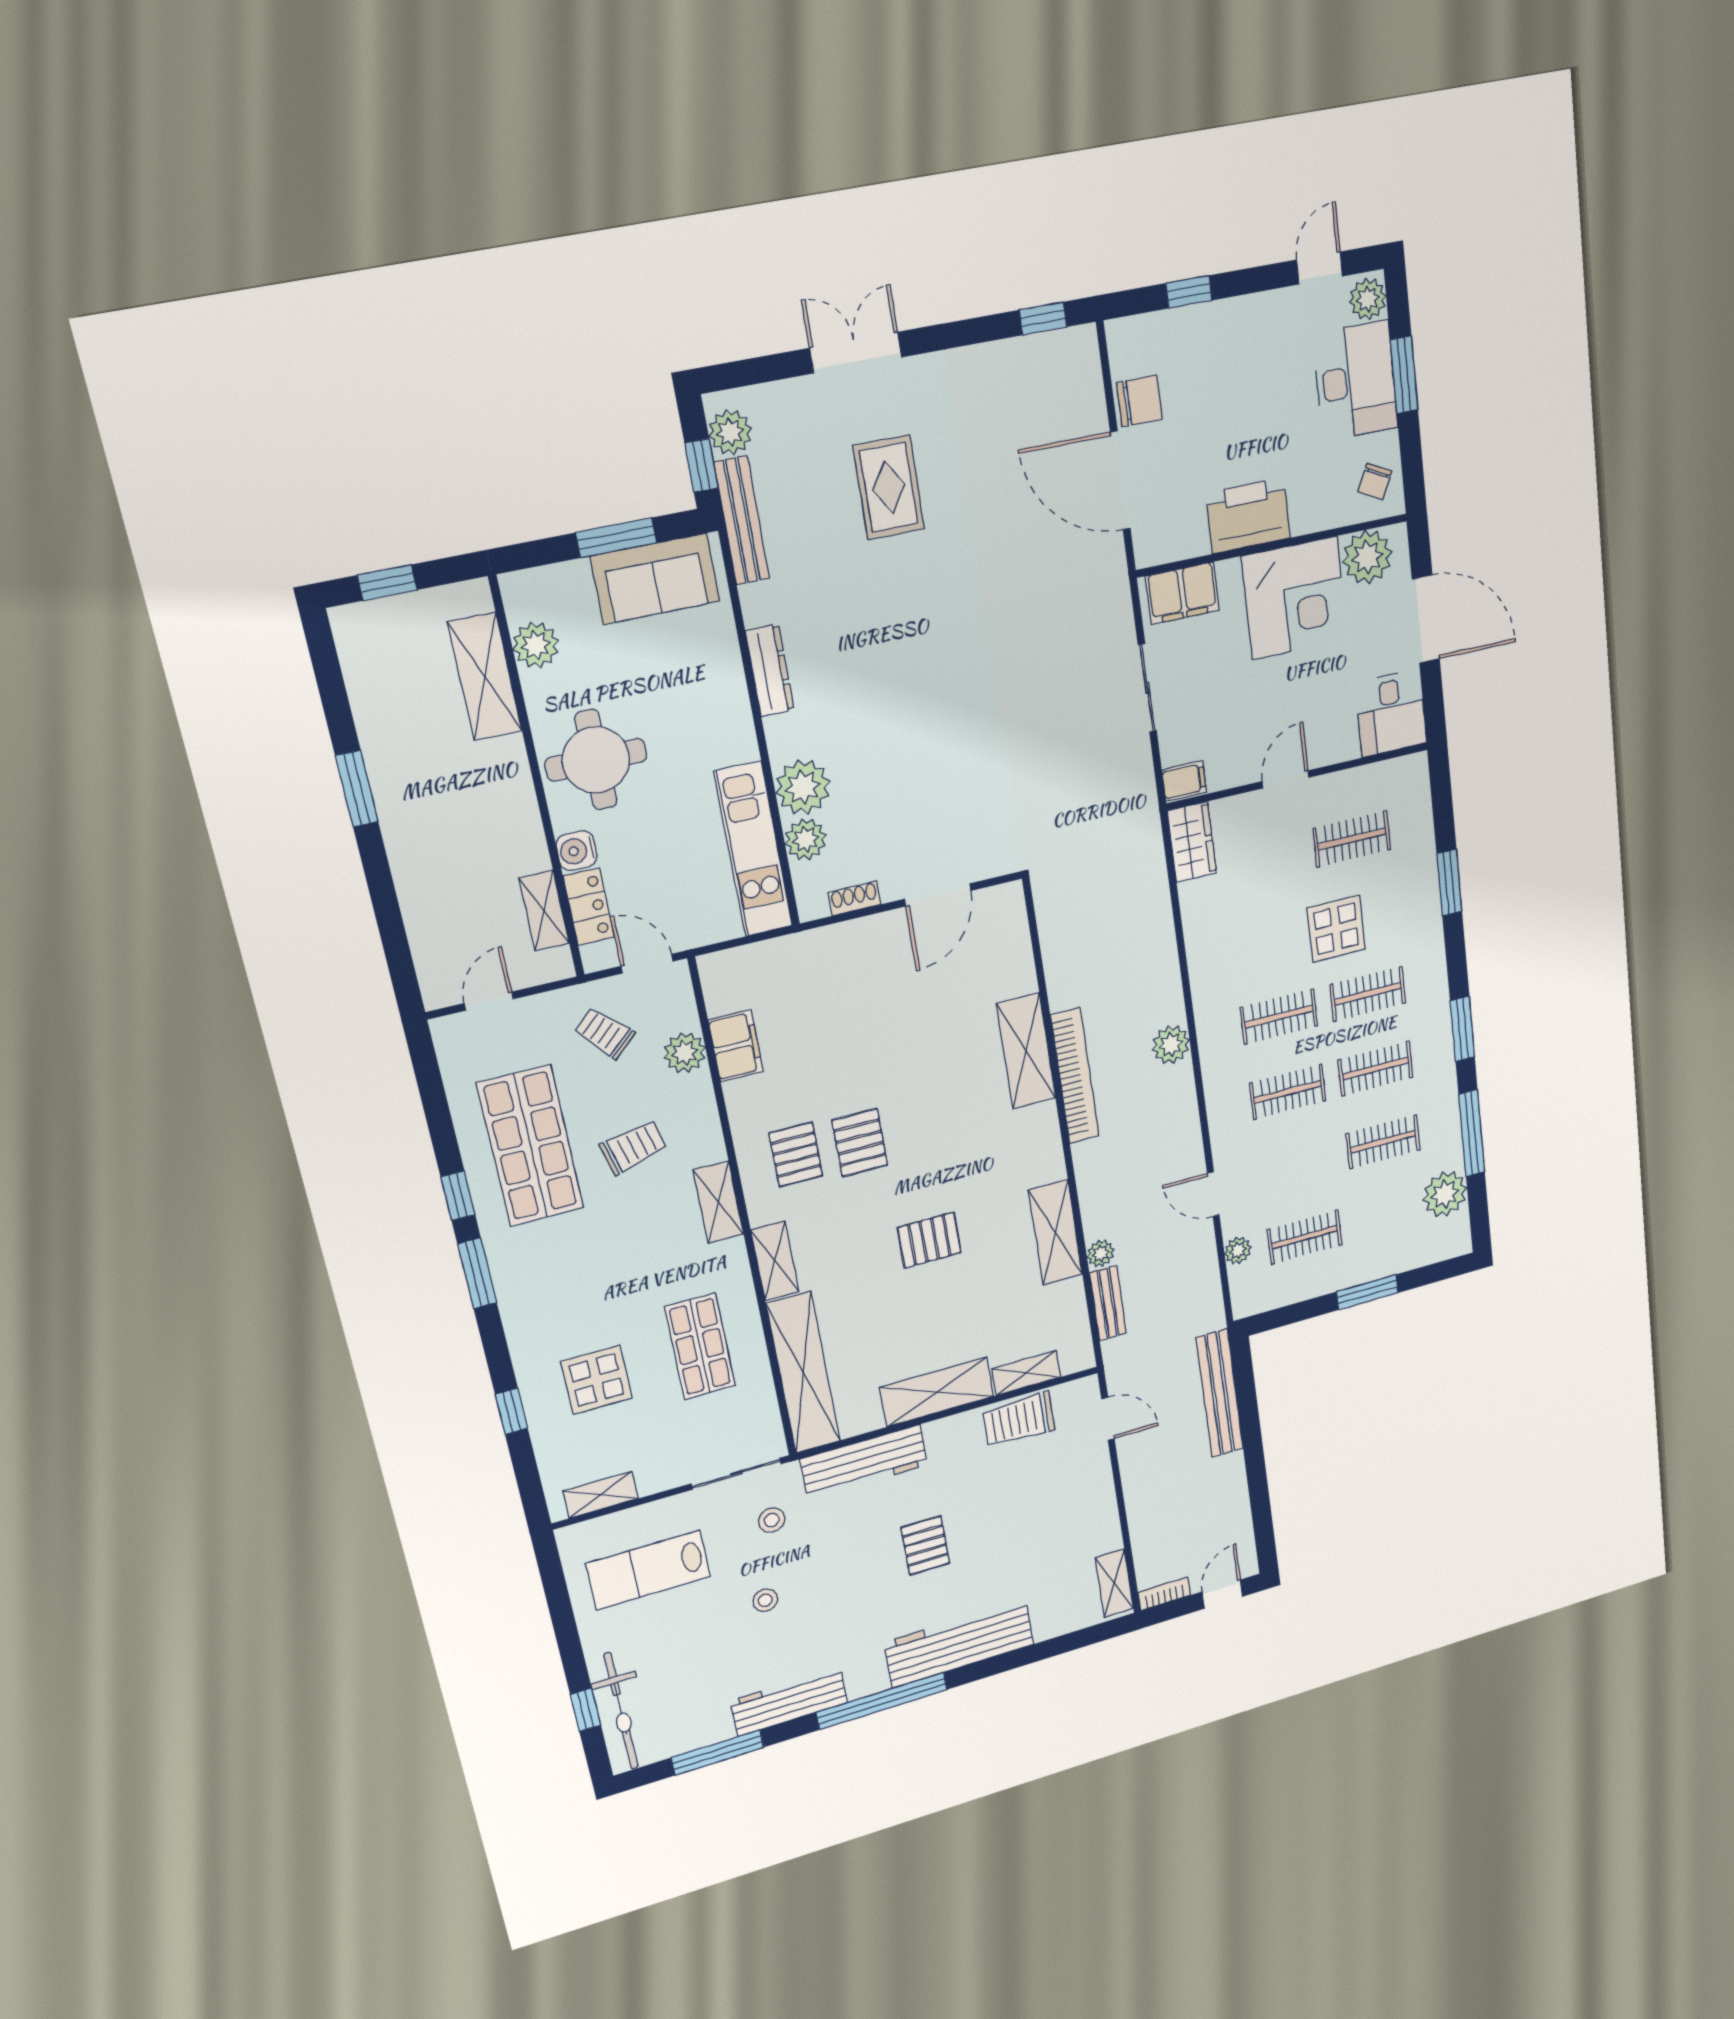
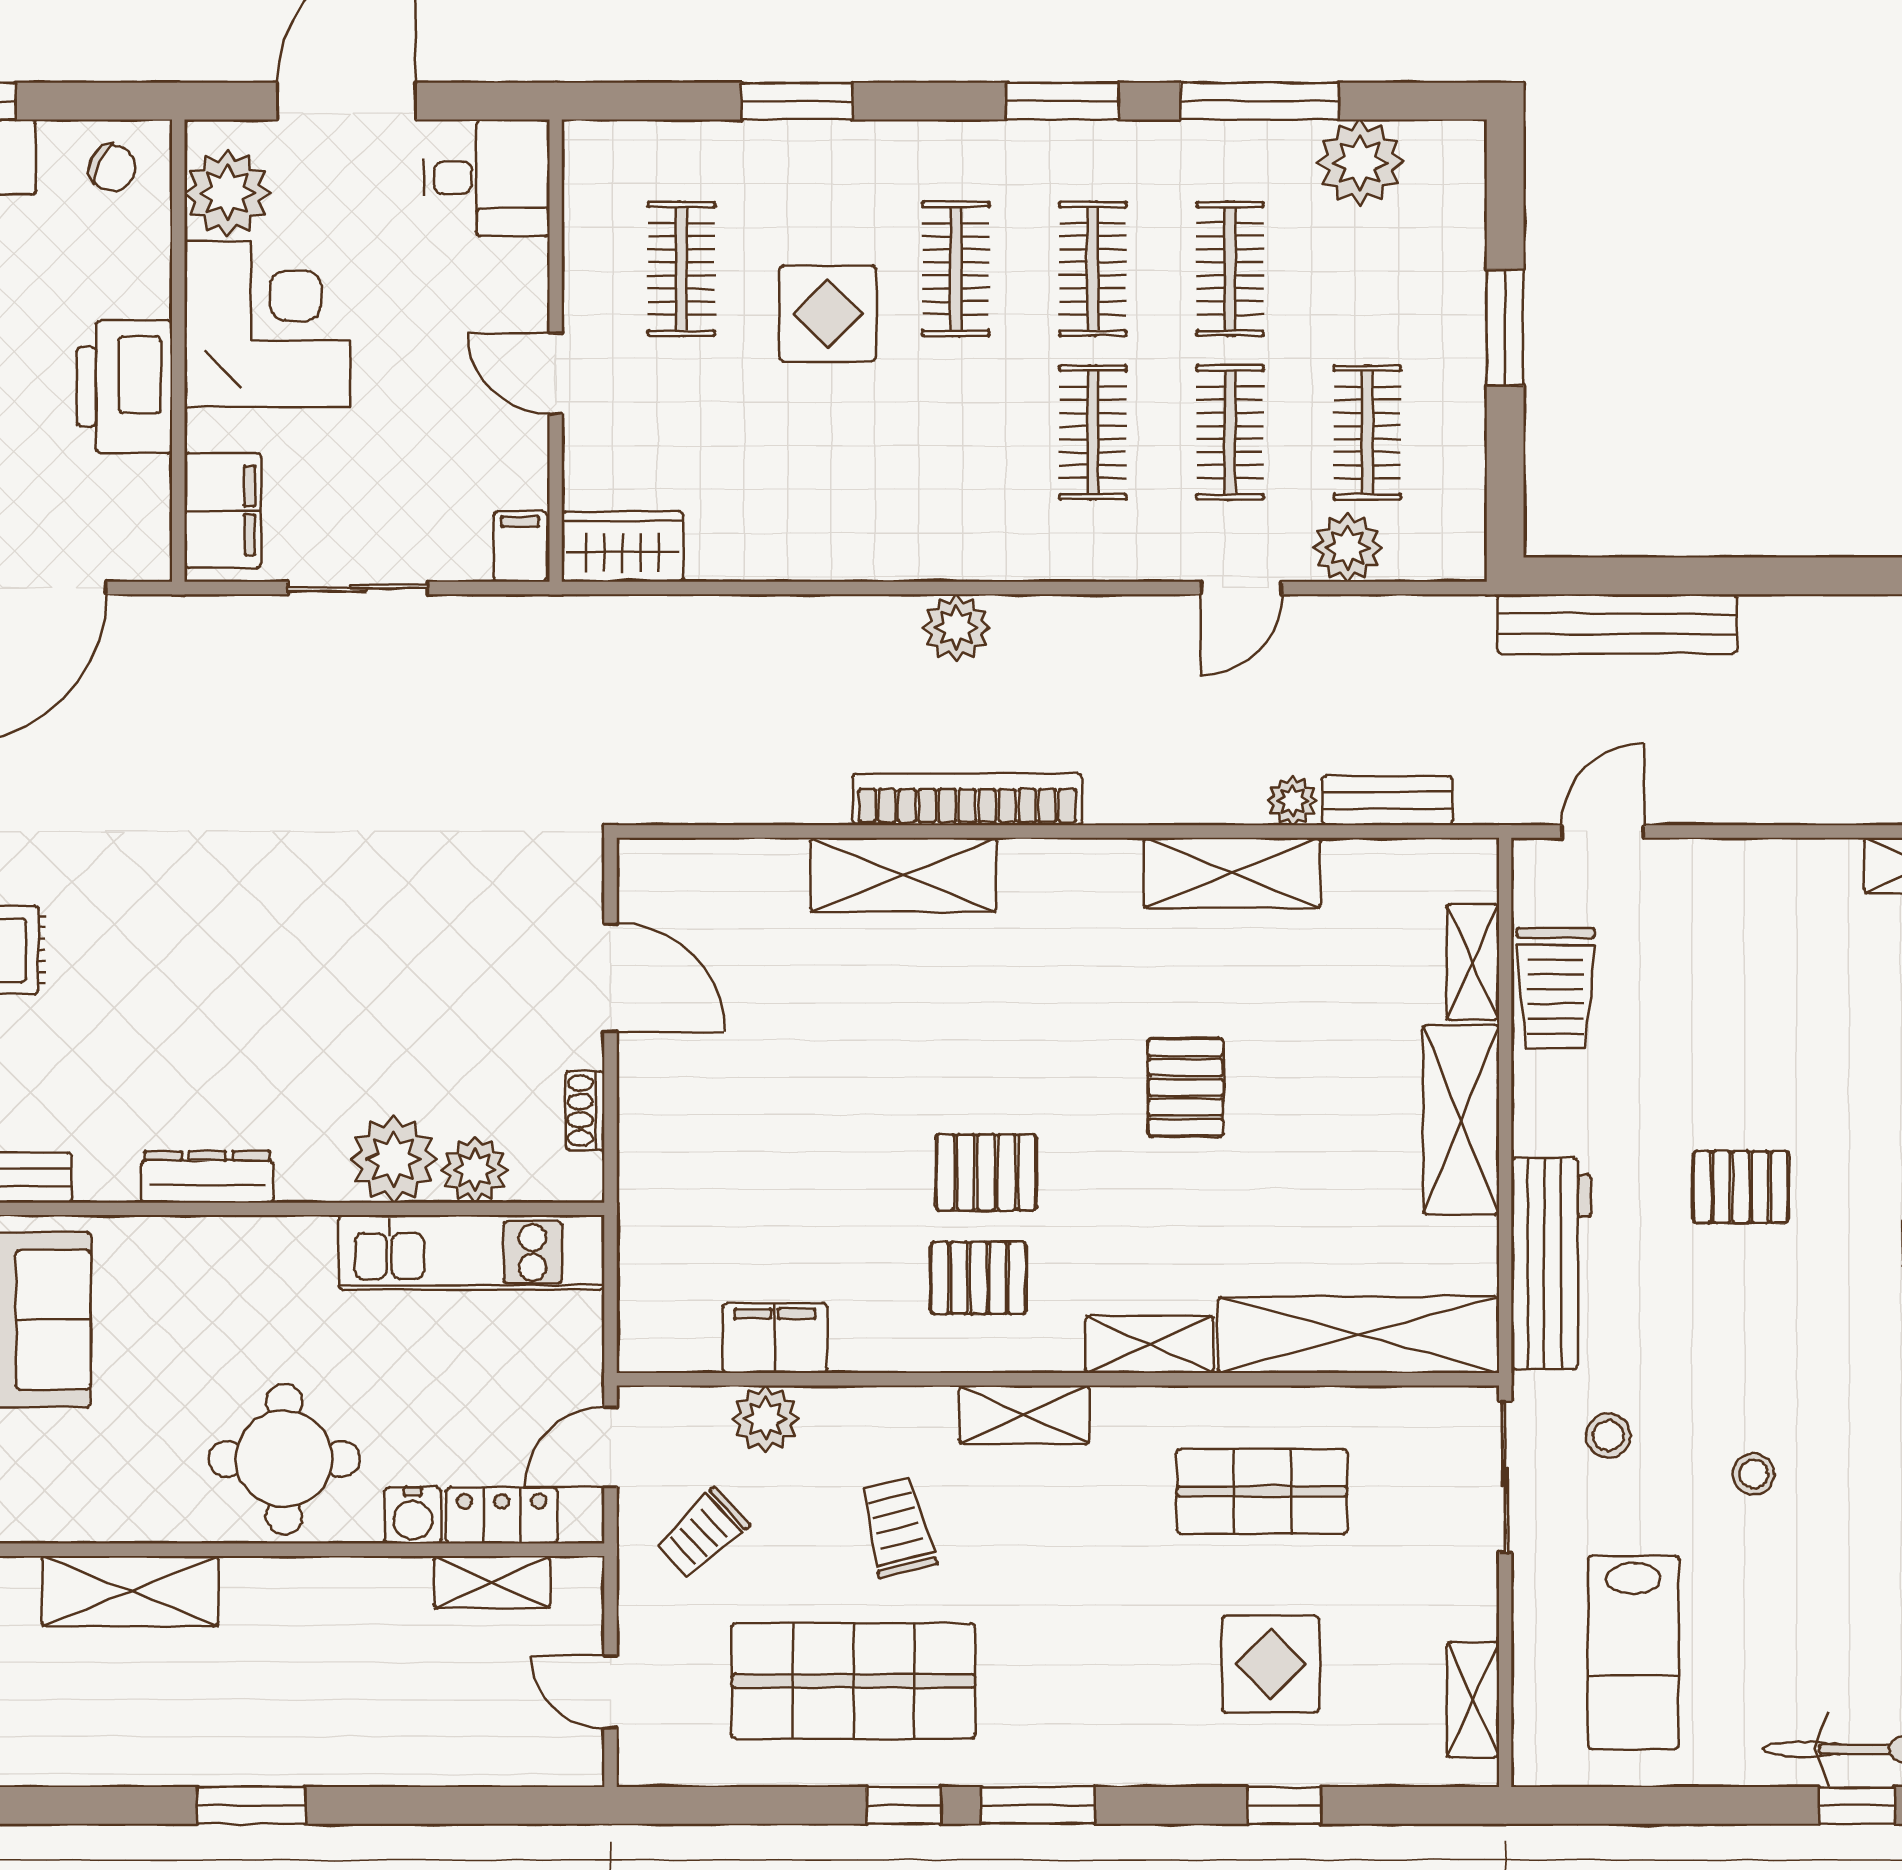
plant: (536, 645) -> (100, 1510), removed
clothes rail: (1279, 1017) -> (1230, 433), moved
plant: (1238, 1250) -> (1348, 548), width x1.38, depth x1.38

